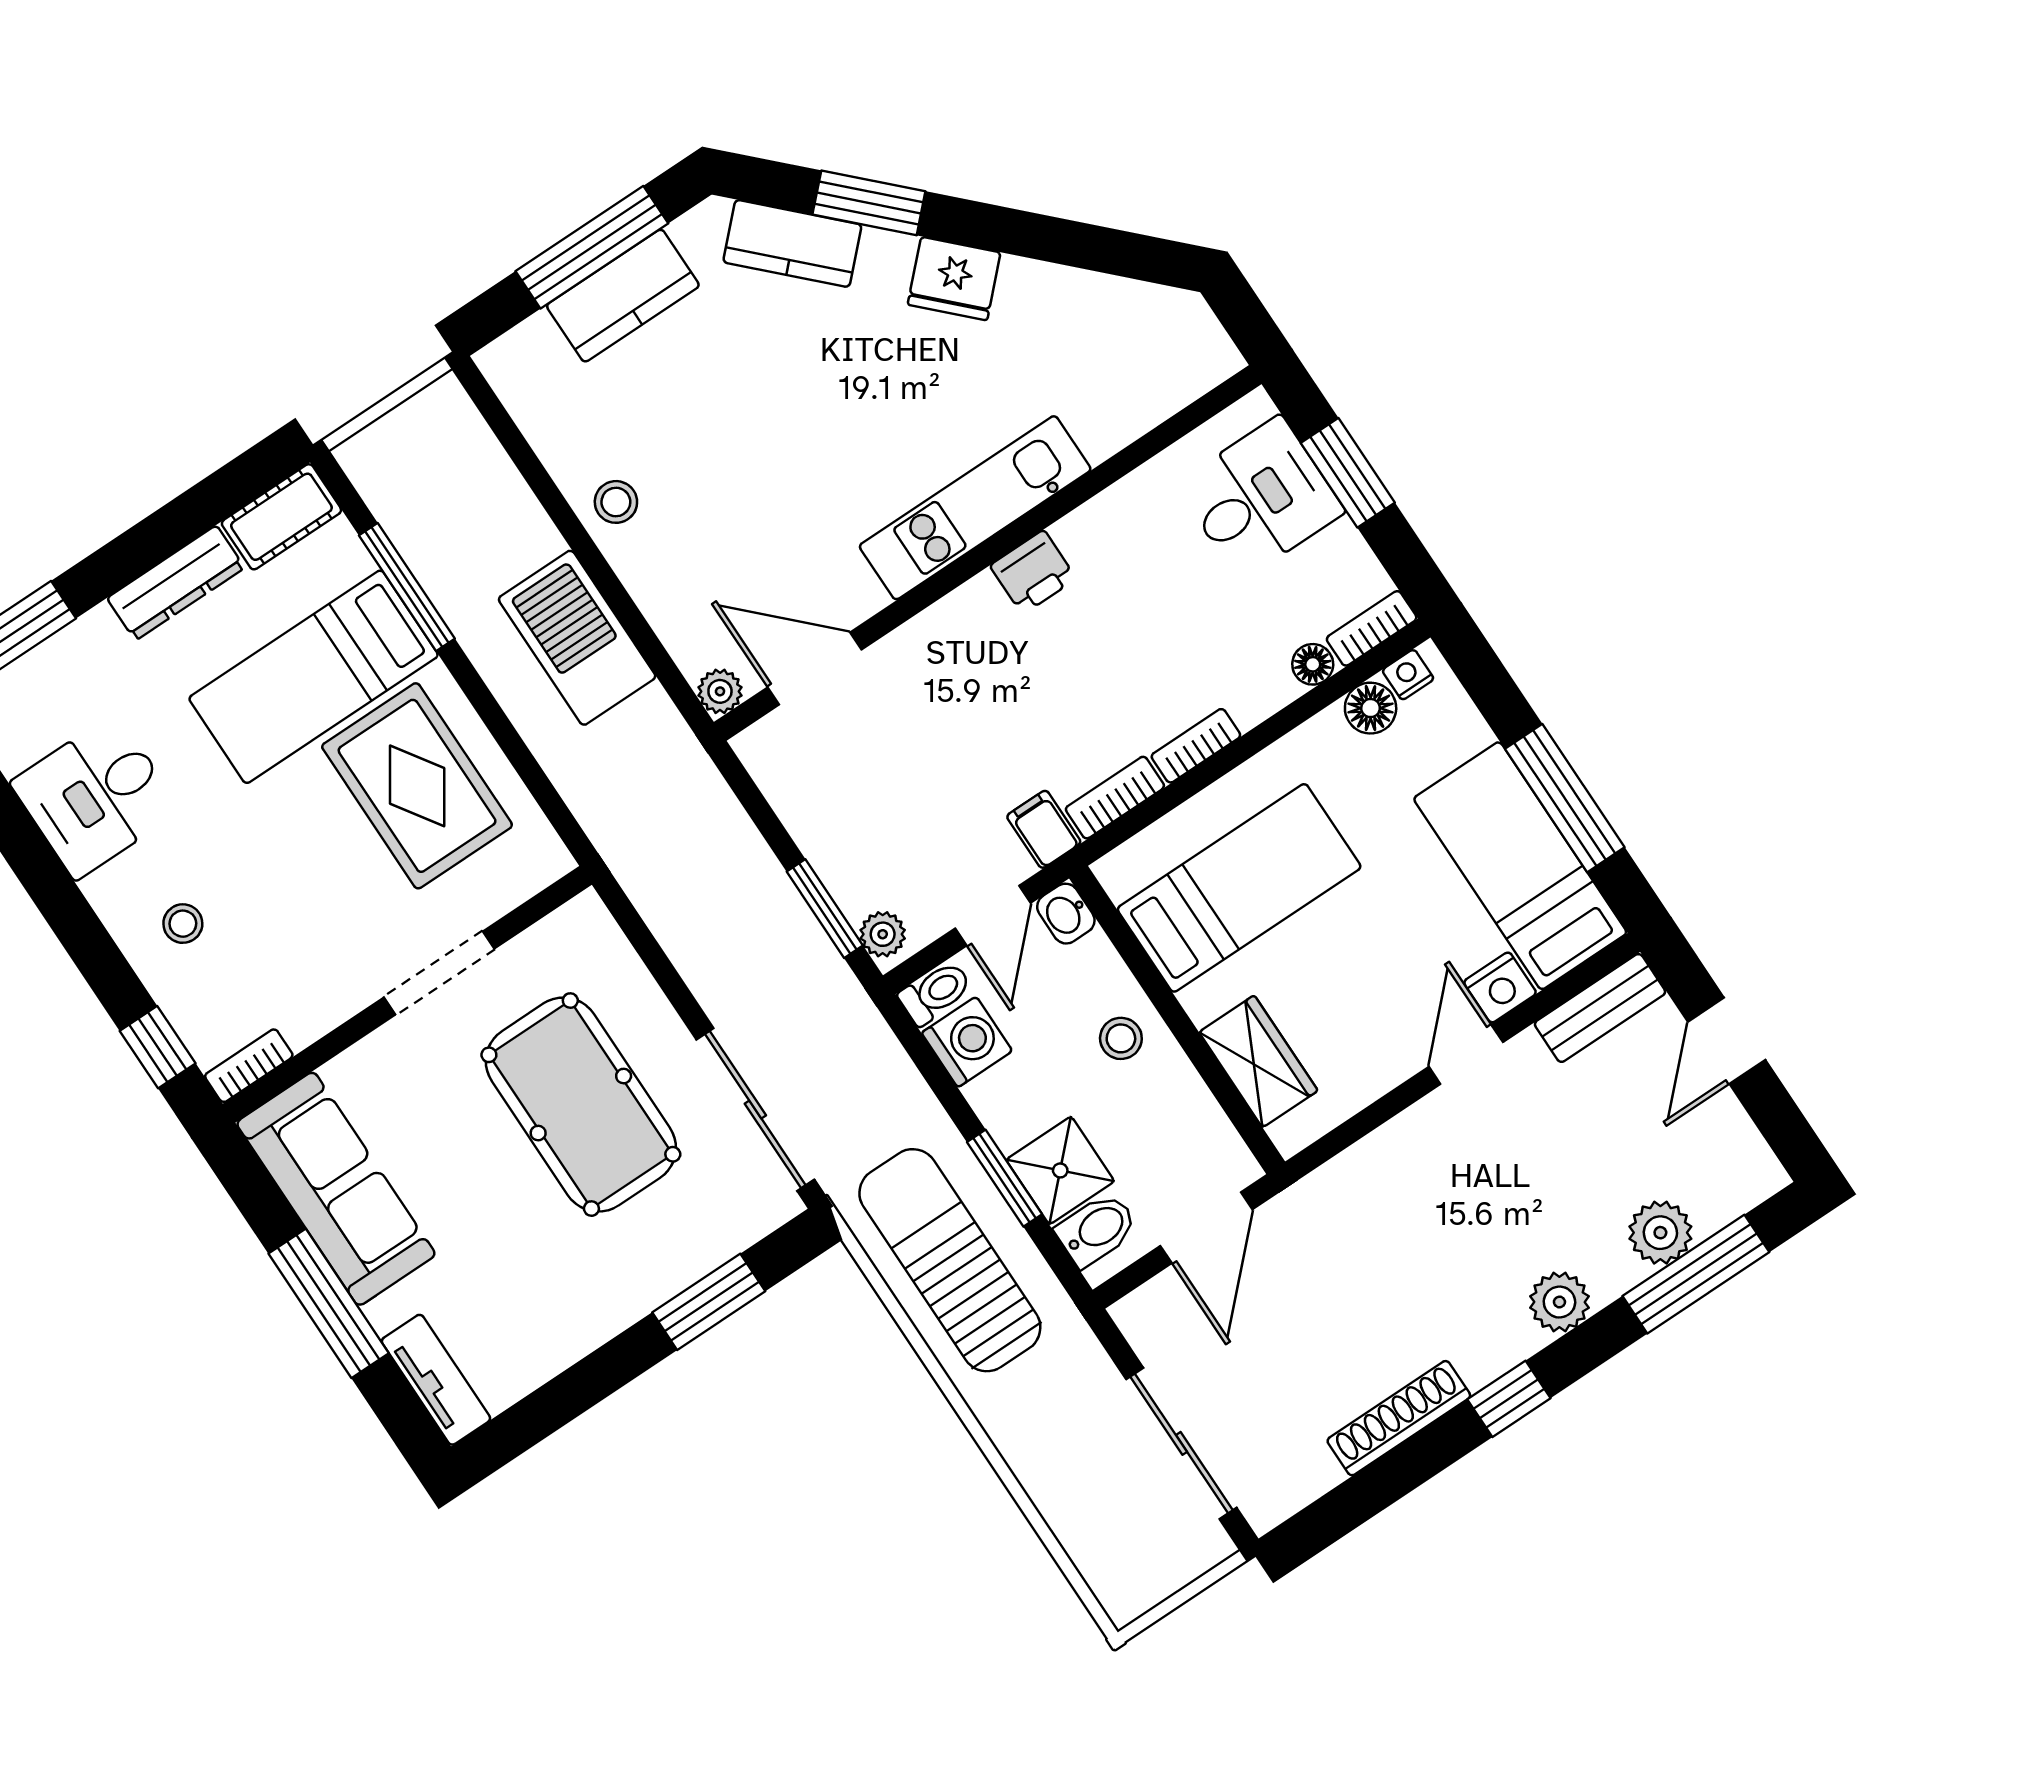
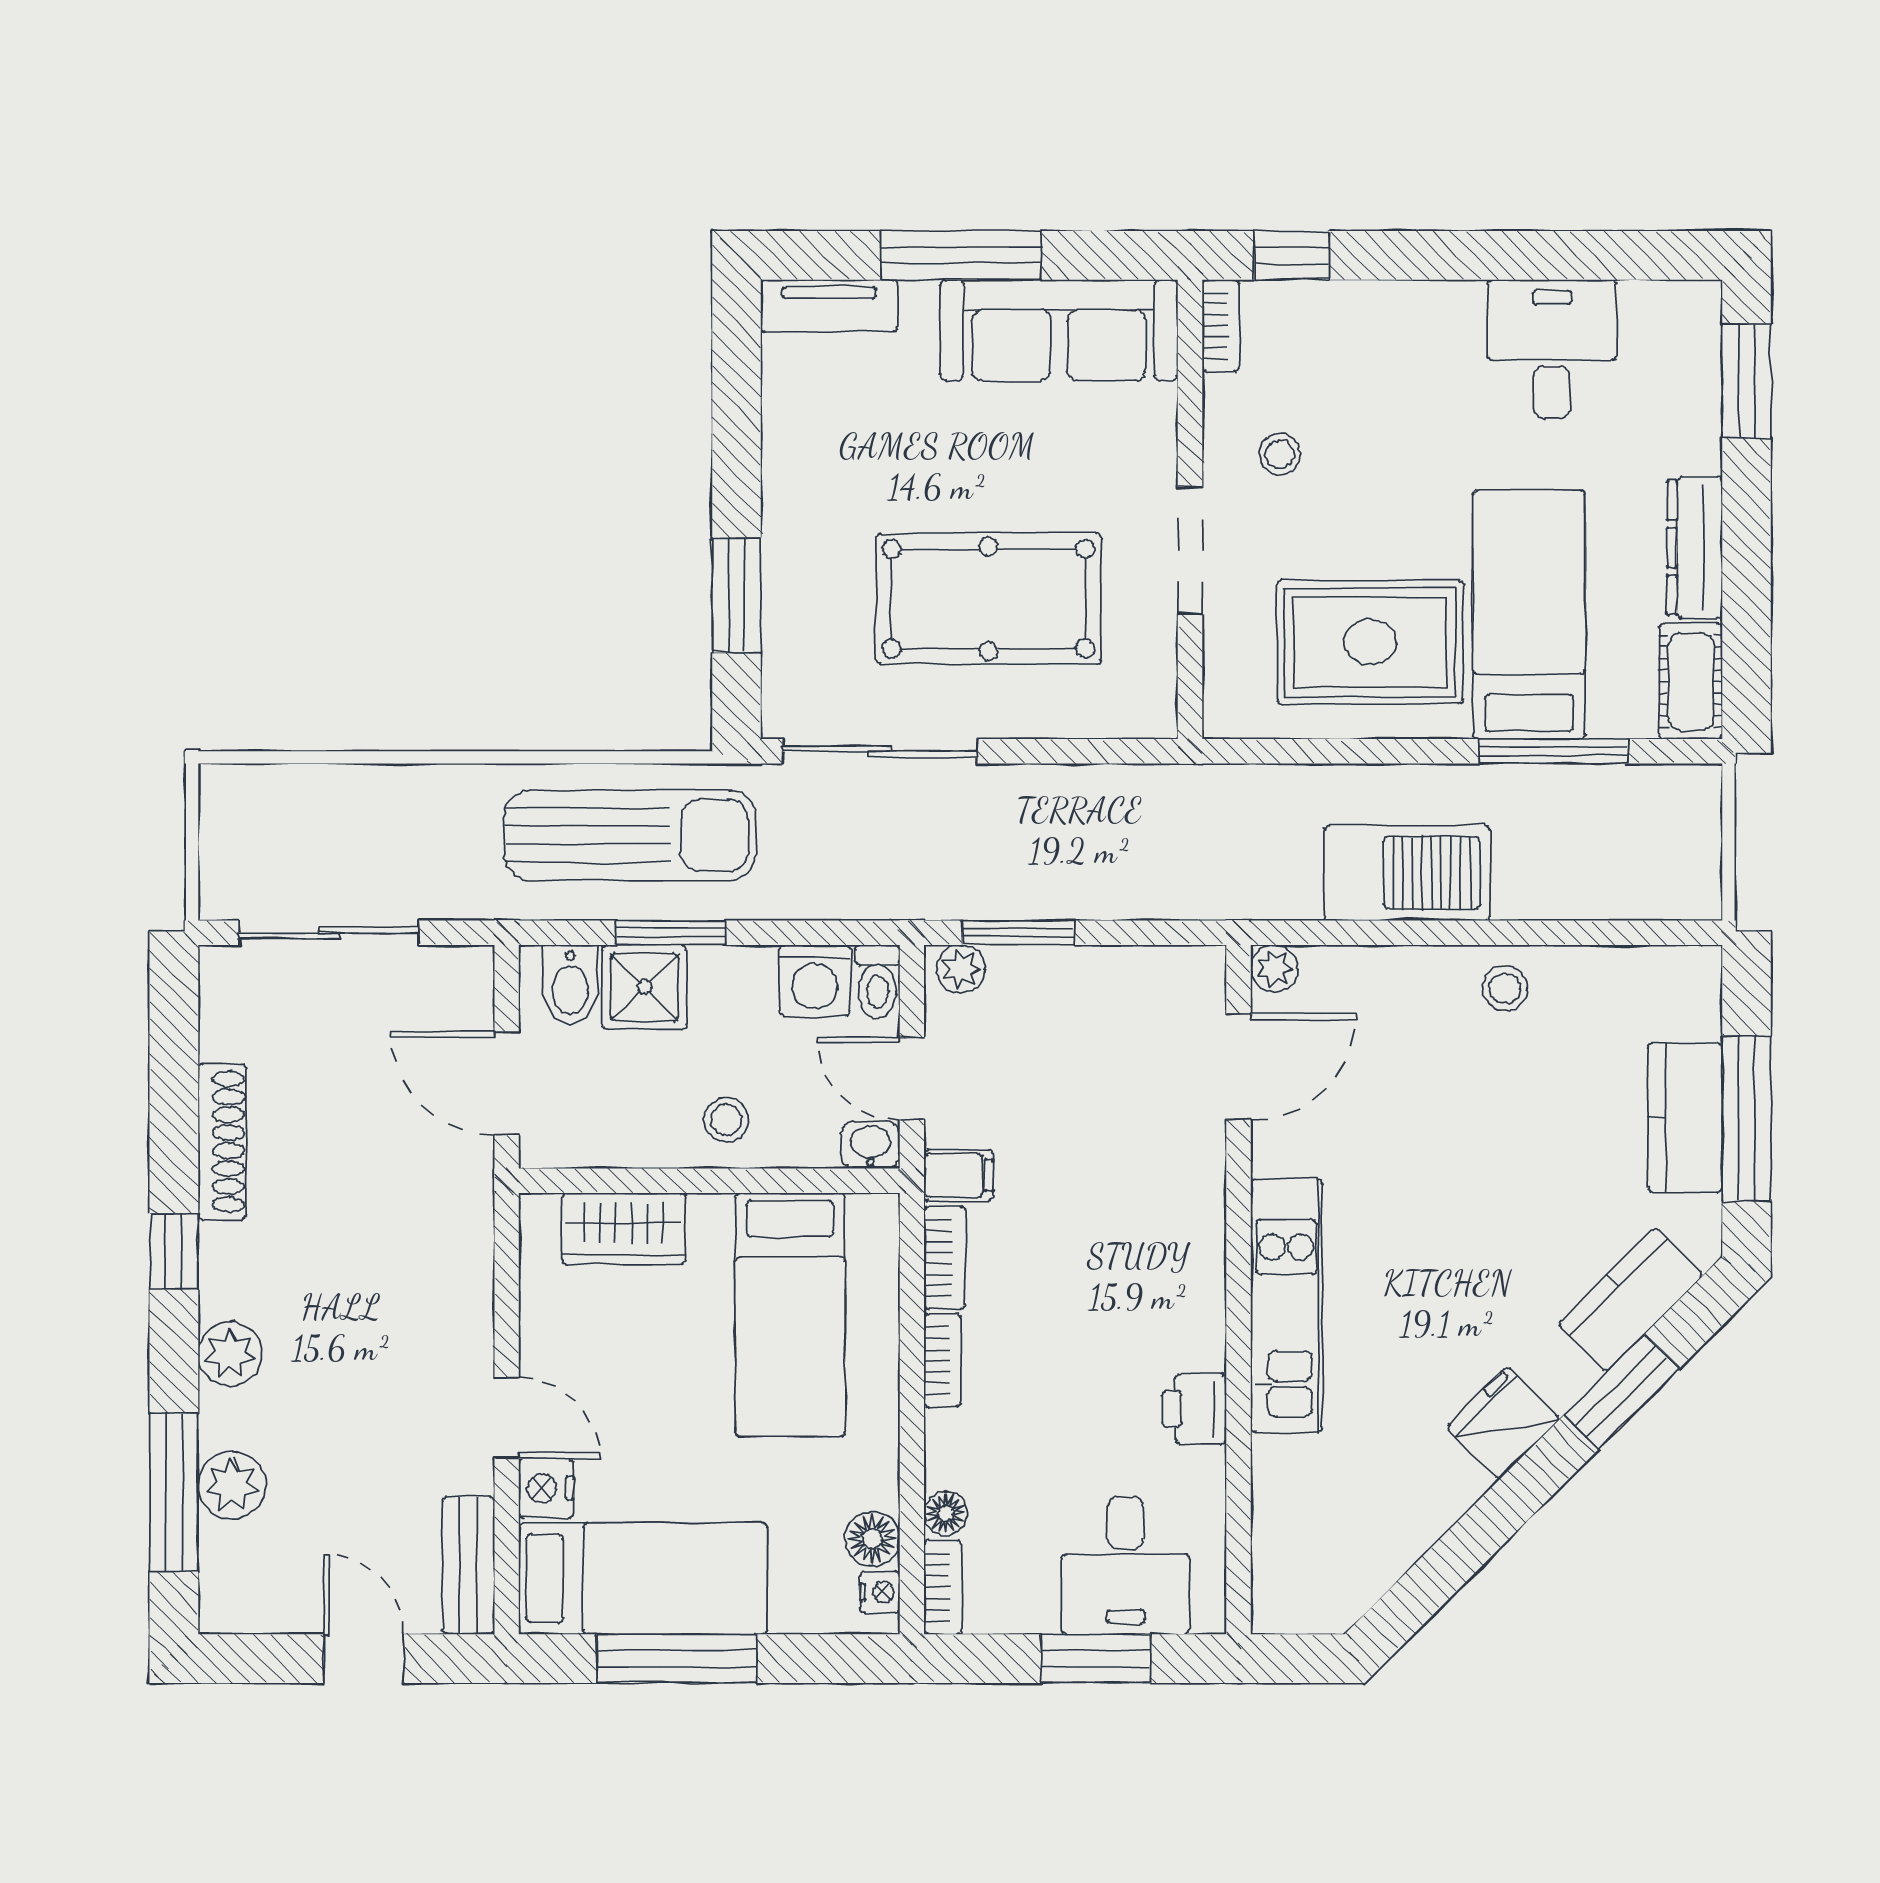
printer: (1033, 572) -> (1194, 1409), moved
stool: (183, 924) -> (1280, 454), moved

